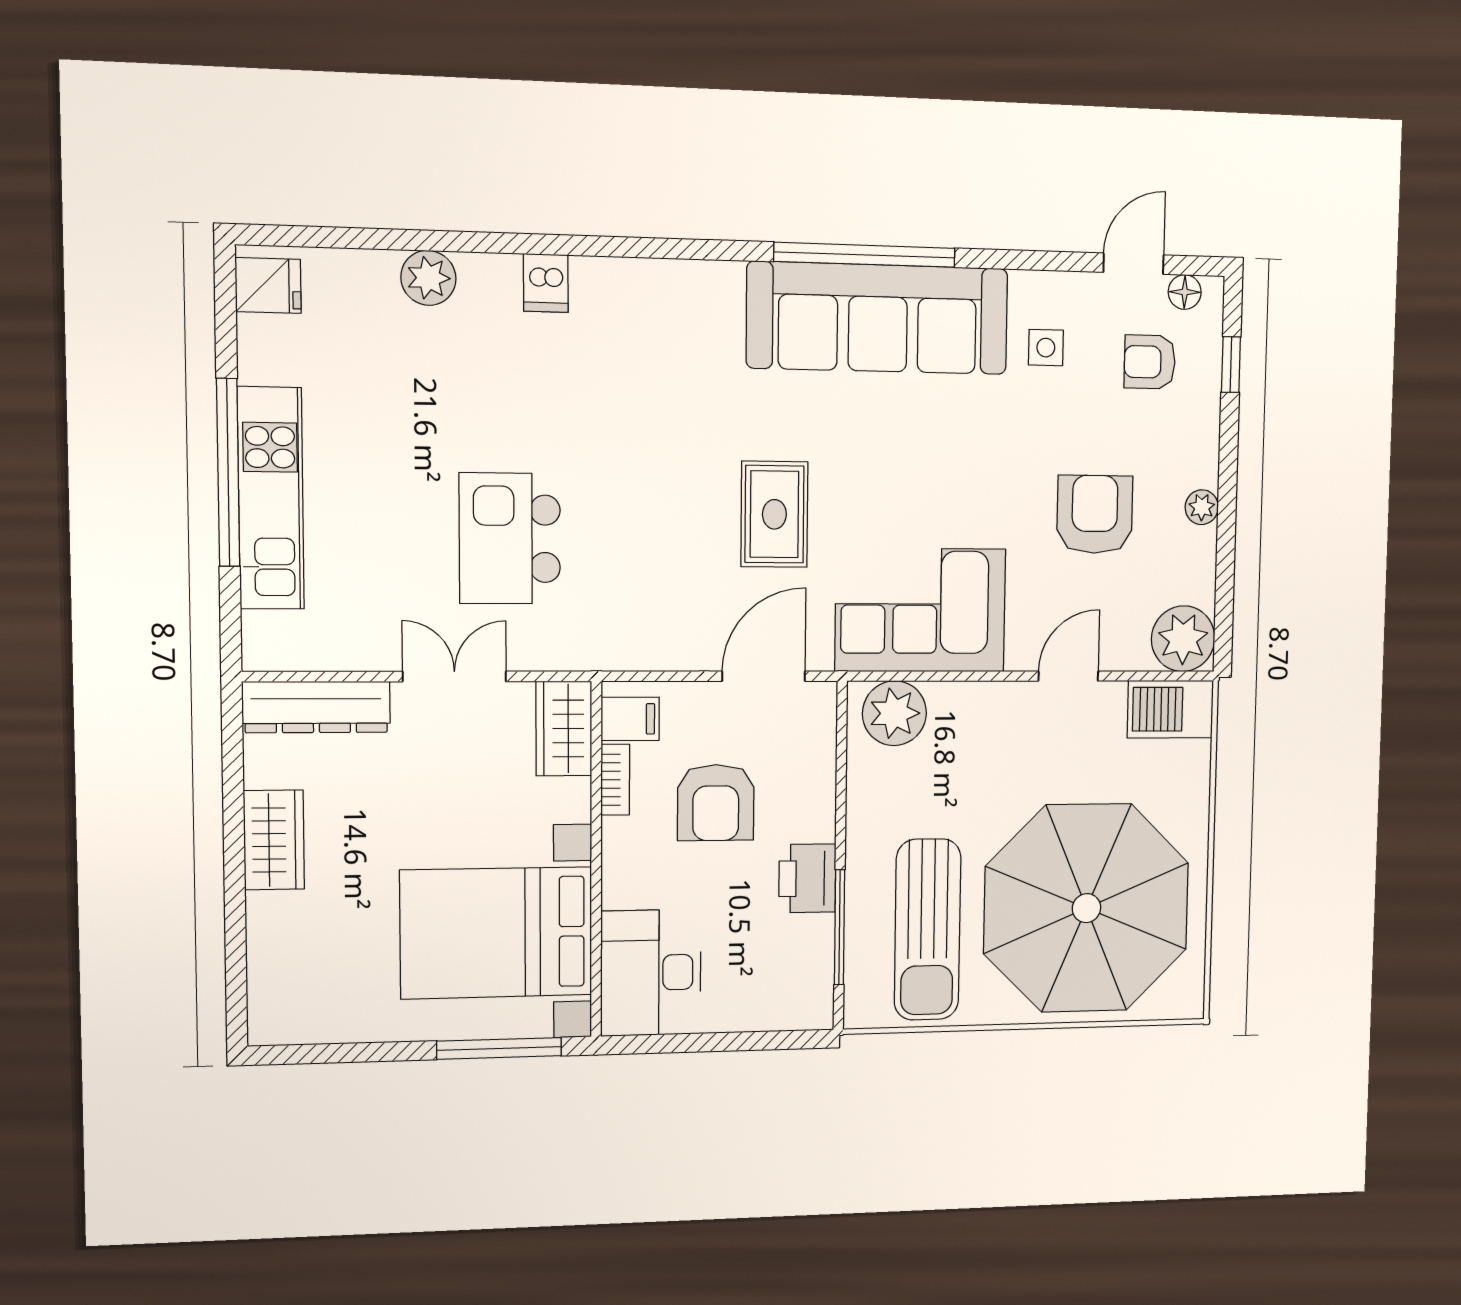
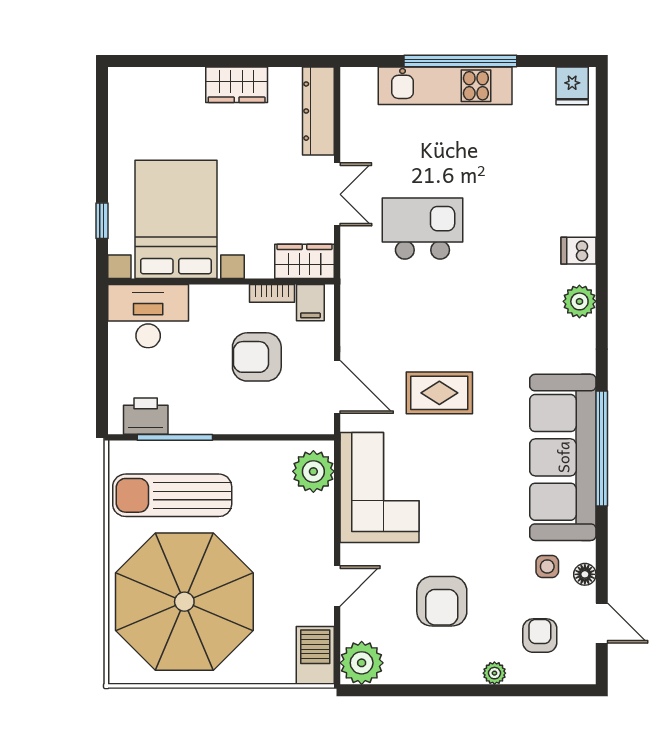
plant: (428, 278) -> (579, 301), moved
floor lamp: (1185, 292) -> (585, 574), moved
window: (1231, 365) -> (539, 690), removed
plant: (1202, 507) -> (494, 673), moved
armchair: (1095, 514) -> (442, 601), turned 90
door: (1068, 676) -> (337, 586), hinge flipped
printer: (807, 878) -> (146, 416), moved
window: (499, 1048) -> (102, 221), width x0.46

